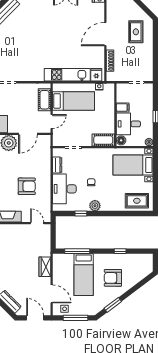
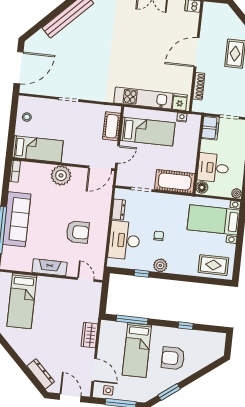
filing cabinet: (123, 107) -> (210, 128), moved, width x2.00
door: (28, 134) -> (100, 168), moved
cot: (103, 140) -> (175, 181), width x1.37, depth x1.34

